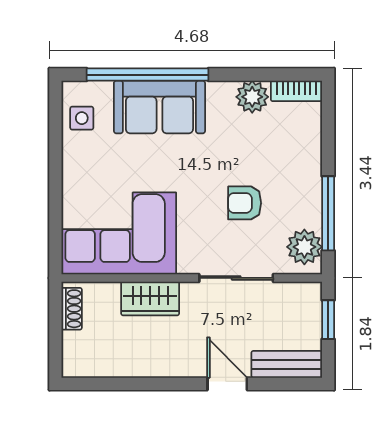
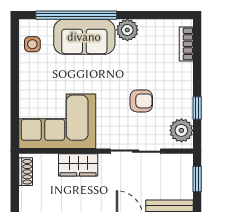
bookcase: (296, 91) -> (186, 44), moved, turned 90
plant: (252, 97) -> (127, 30), moved
armchair: (245, 203) -> (141, 101), turned 180
window: (328, 213) -> (197, 108), width x0.46

